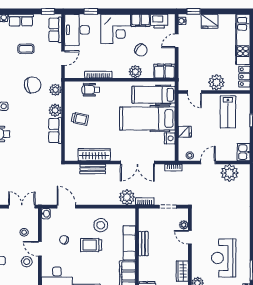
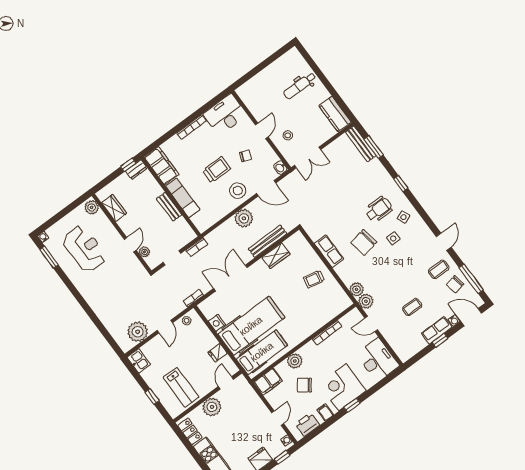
window: (48, 11) -> (440, 340), moved
window: (91, 11) -> (352, 405), moved
filing cabinet: (141, 20) -> (325, 412), width x0.50
row of seats: (55, 30) -> (398, 345), removed
door: (63, 58) -> (371, 324), hinge flipped
chair: (33, 85) -> (364, 242), moved
wheelchair: (91, 90) -> (324, 314), removed
door: (194, 92) -> (226, 383), hinge flipped
plant: (55, 110) -> (366, 301), moved
lab bench: (228, 112) -> (181, 387), turned 180
fridge: (185, 132) -> (217, 353), moved
wardrobe: (94, 155) -> (276, 256), width x0.67
bench: (93, 169) -> (268, 241), width x1.36
plant: (127, 197) -> (244, 218), moved
stool: (101, 225) -> (238, 191), moved
door: (190, 237) -> (130, 245), hinge flipped
door: (40, 249) -> (262, 131), hinge flipped
stool: (27, 262) -> (265, 110), removed

